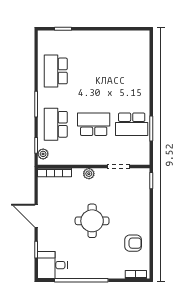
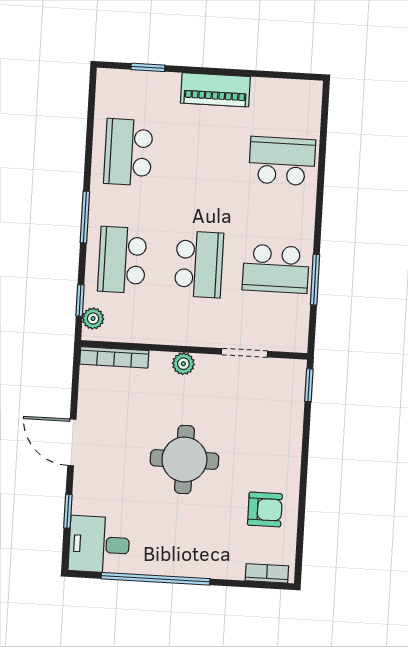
piano: (97, 38) -> (215, 90), added
school desk: (132, 71) -> (282, 161), added
school desk: (94, 124) -> (199, 264), turned 90

